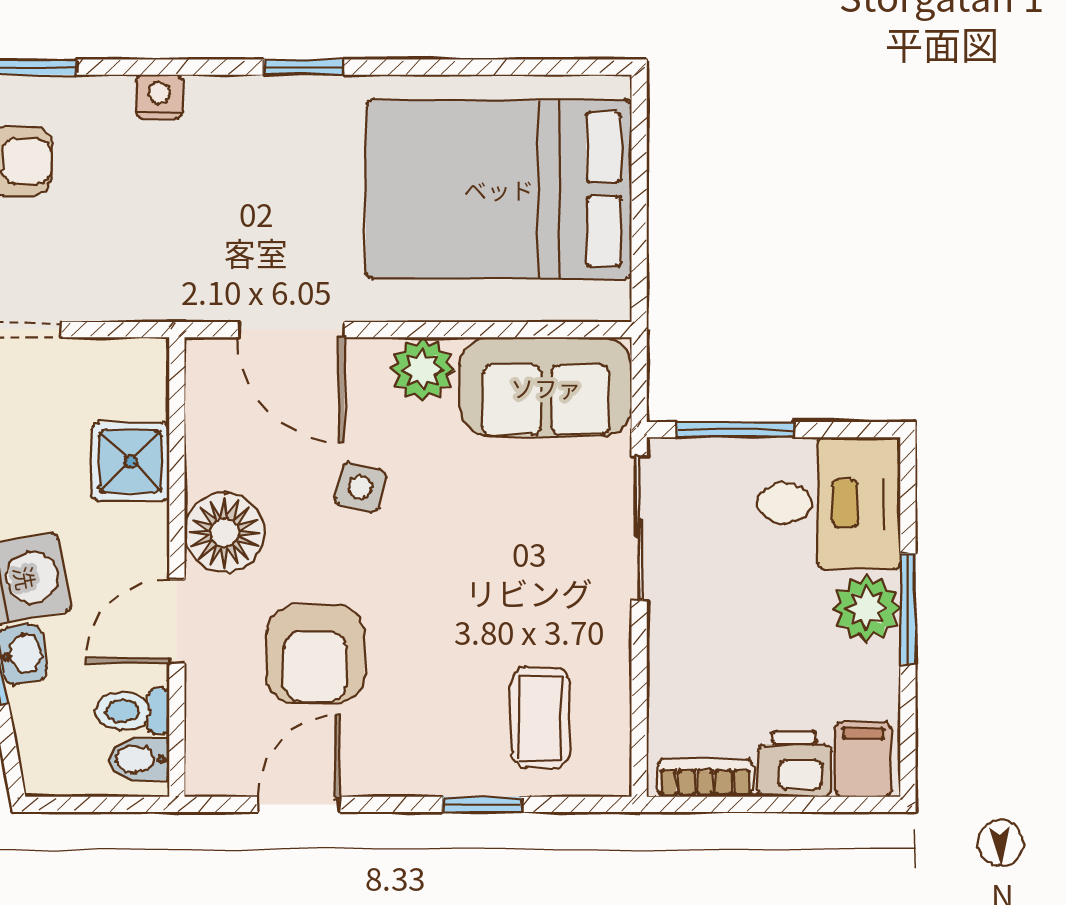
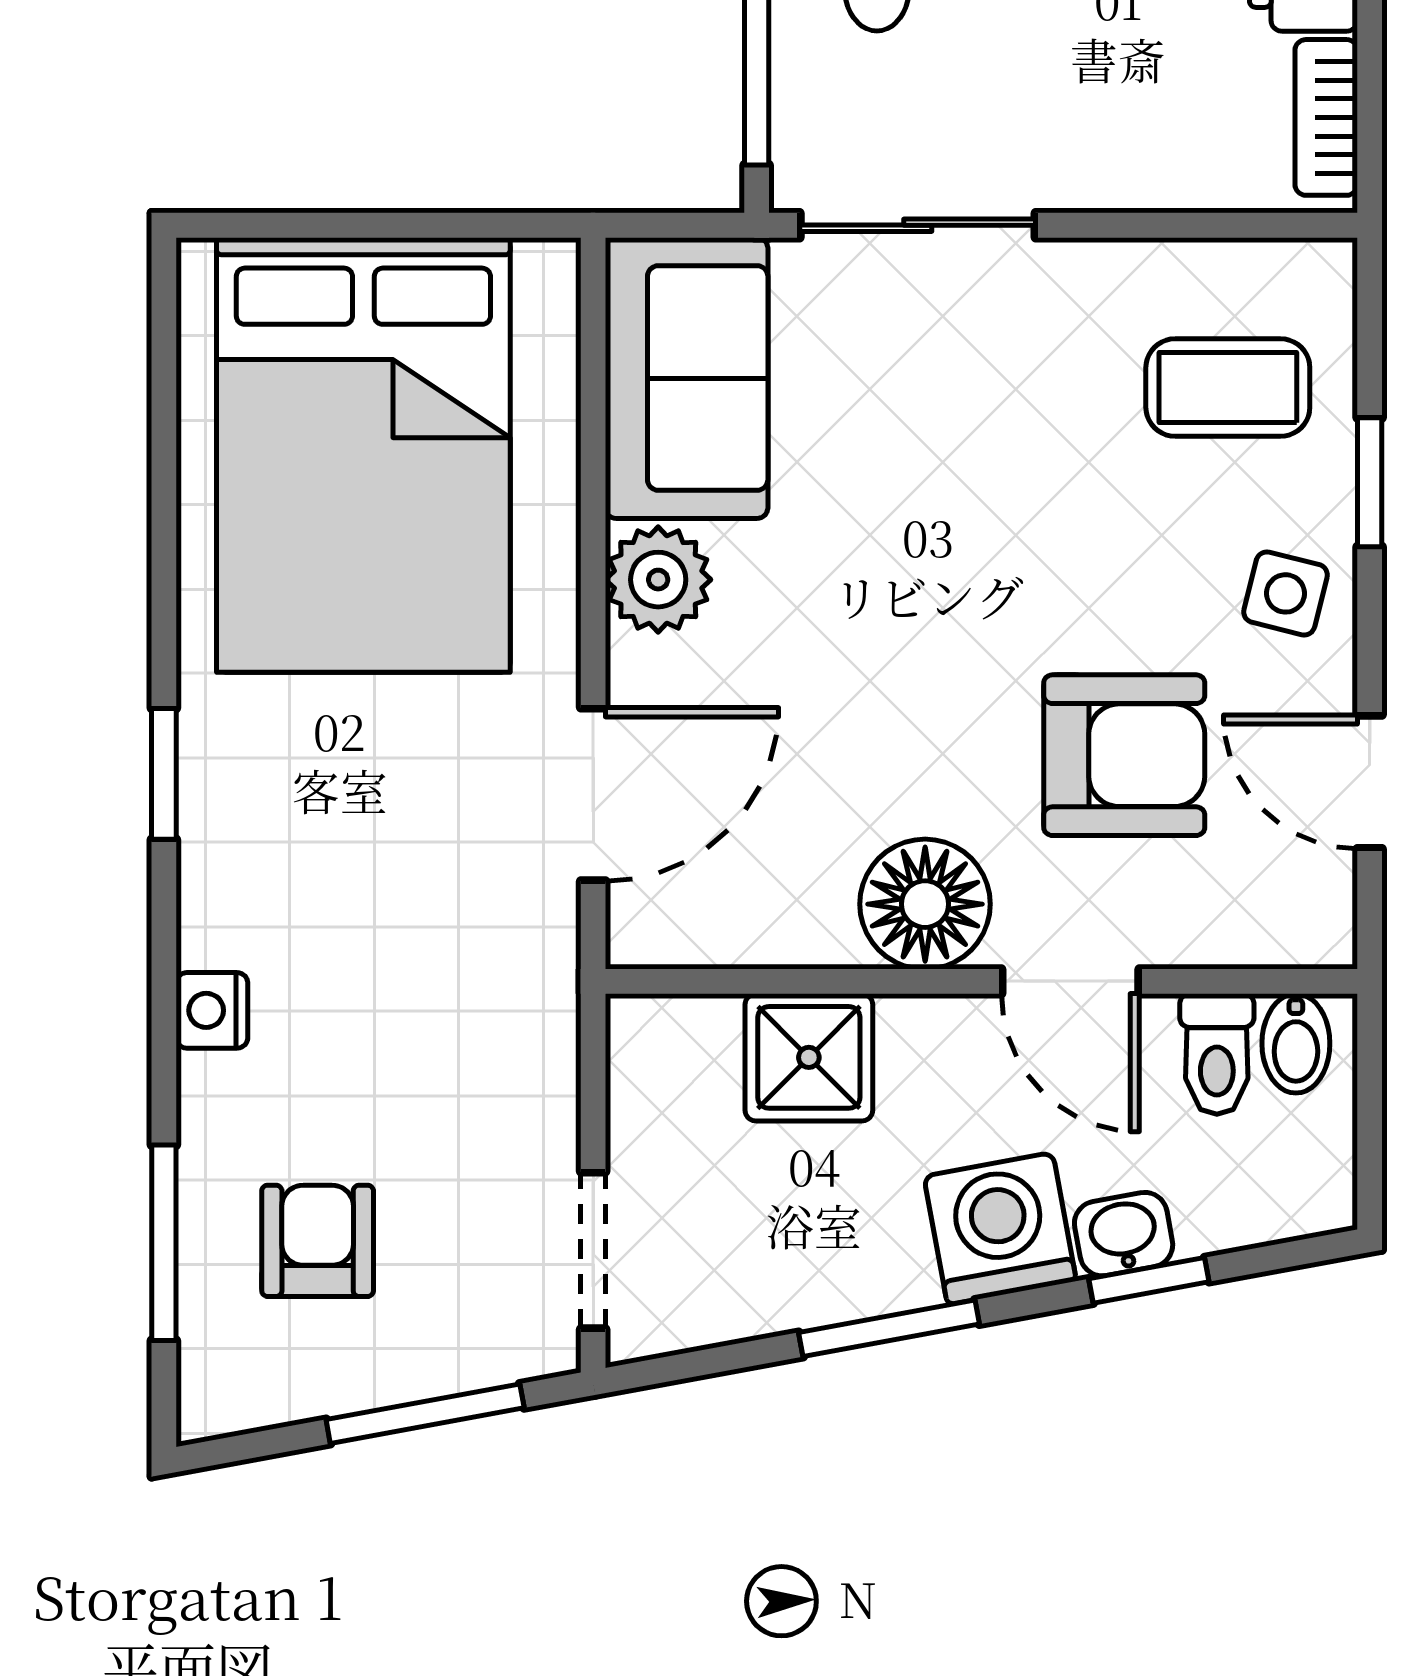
side table: (360, 487) -> (1286, 593), moved

